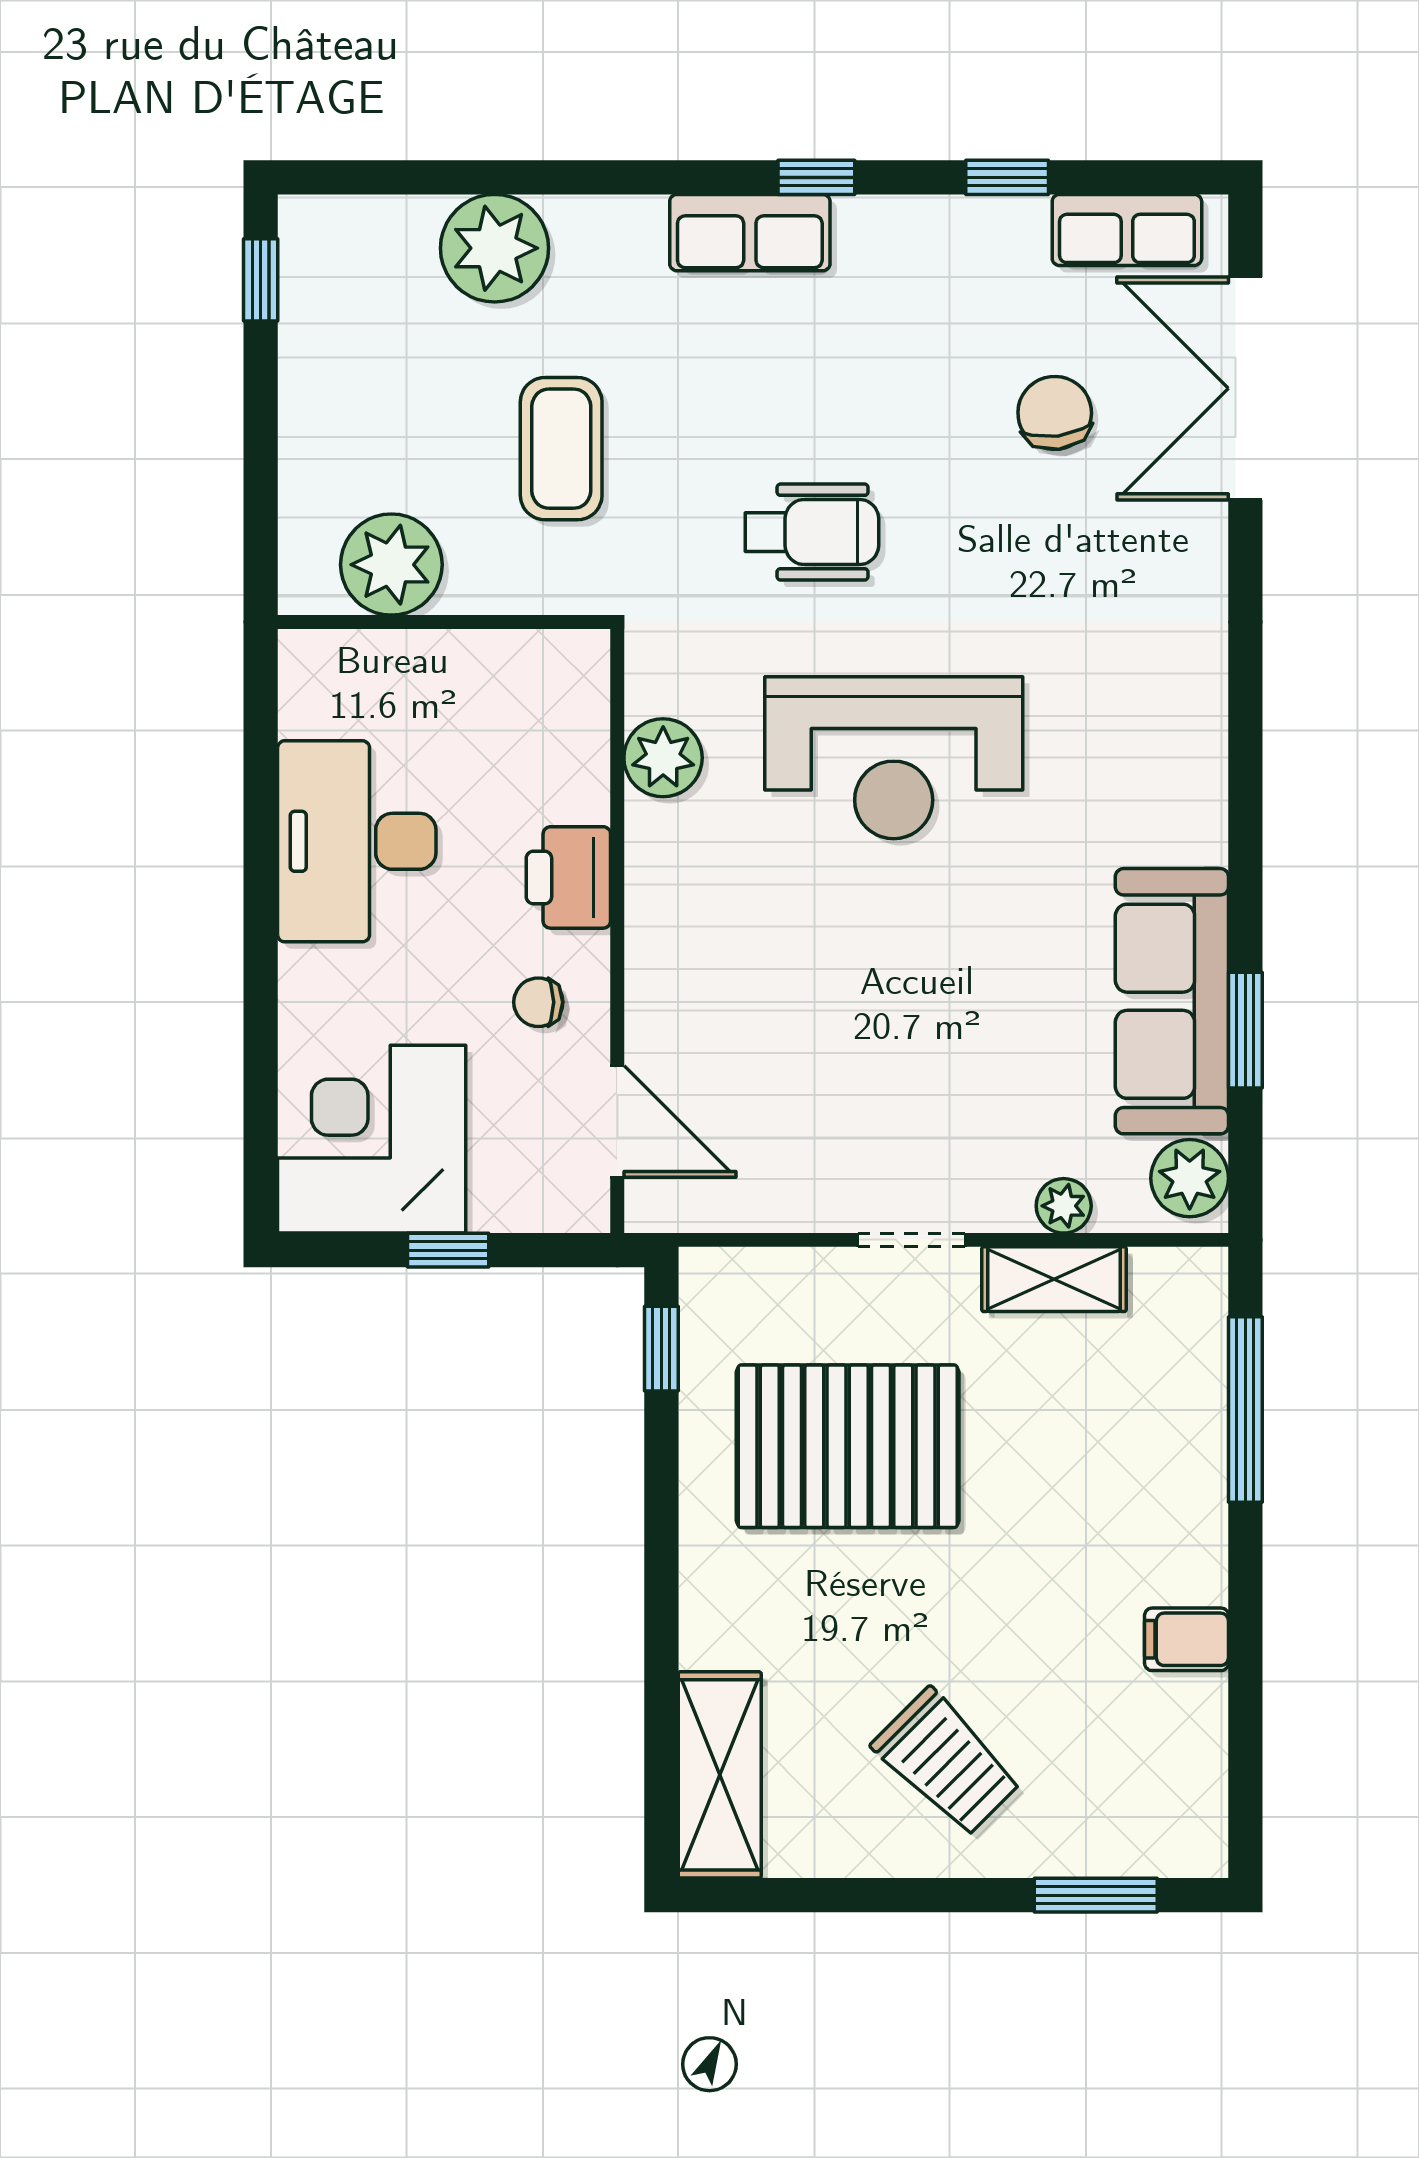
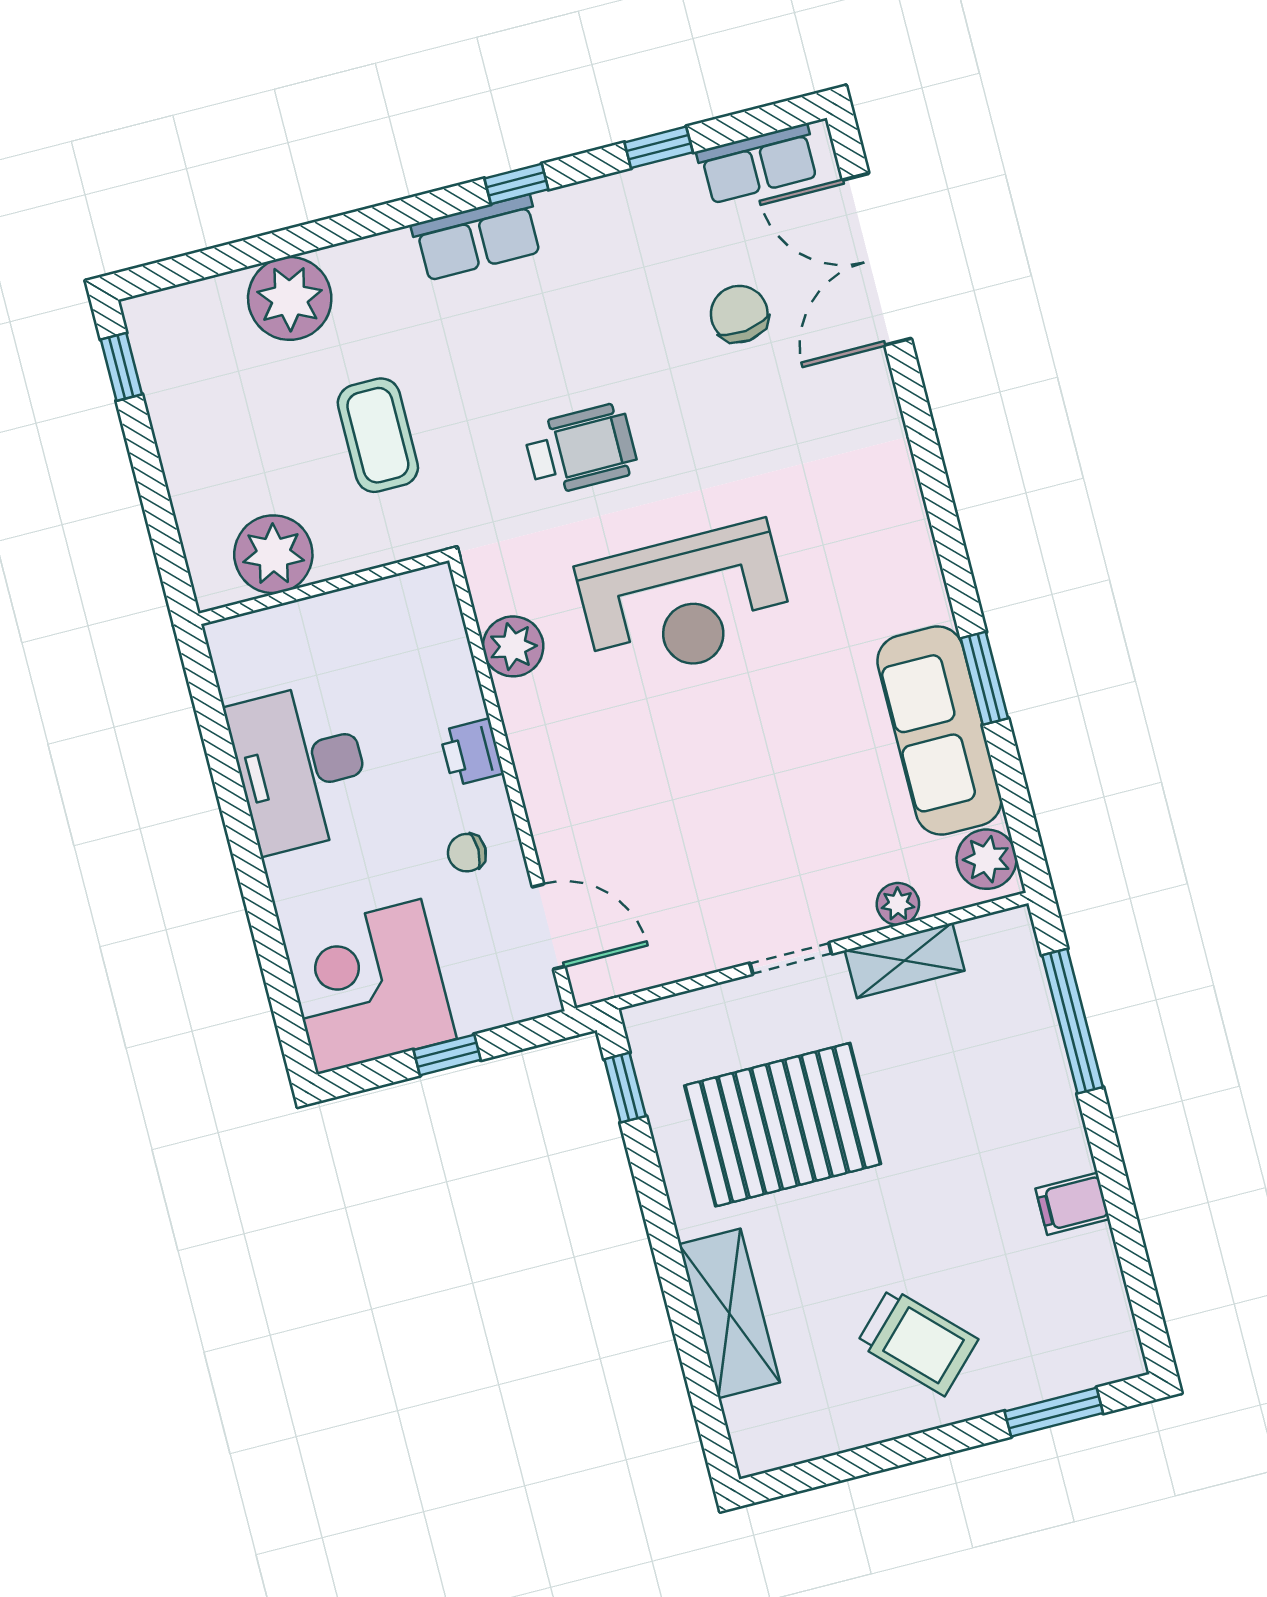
printer: (568, 877) -> (471, 752), width x0.73, depth x0.81
window: (1245, 1030) -> (984, 678), moved
shelving: (720, 1775) -> (729, 1313), moved

